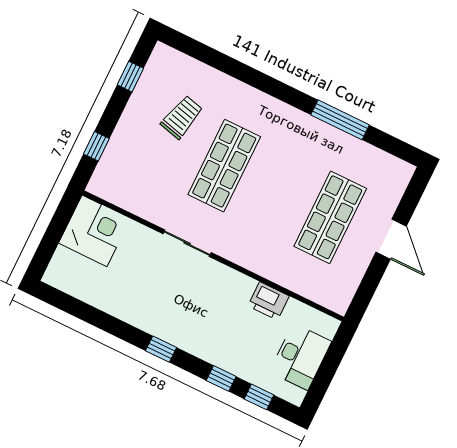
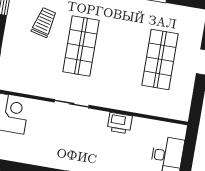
printer: (269, 301) -> (120, 123), moved

